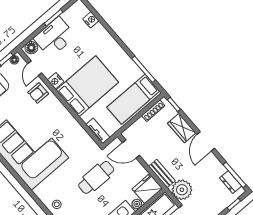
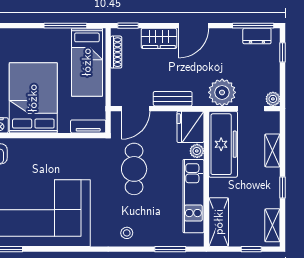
door: (206, 141) -> (194, 26), hinge flipped
bench: (162, 174) -> (173, 99), moved

